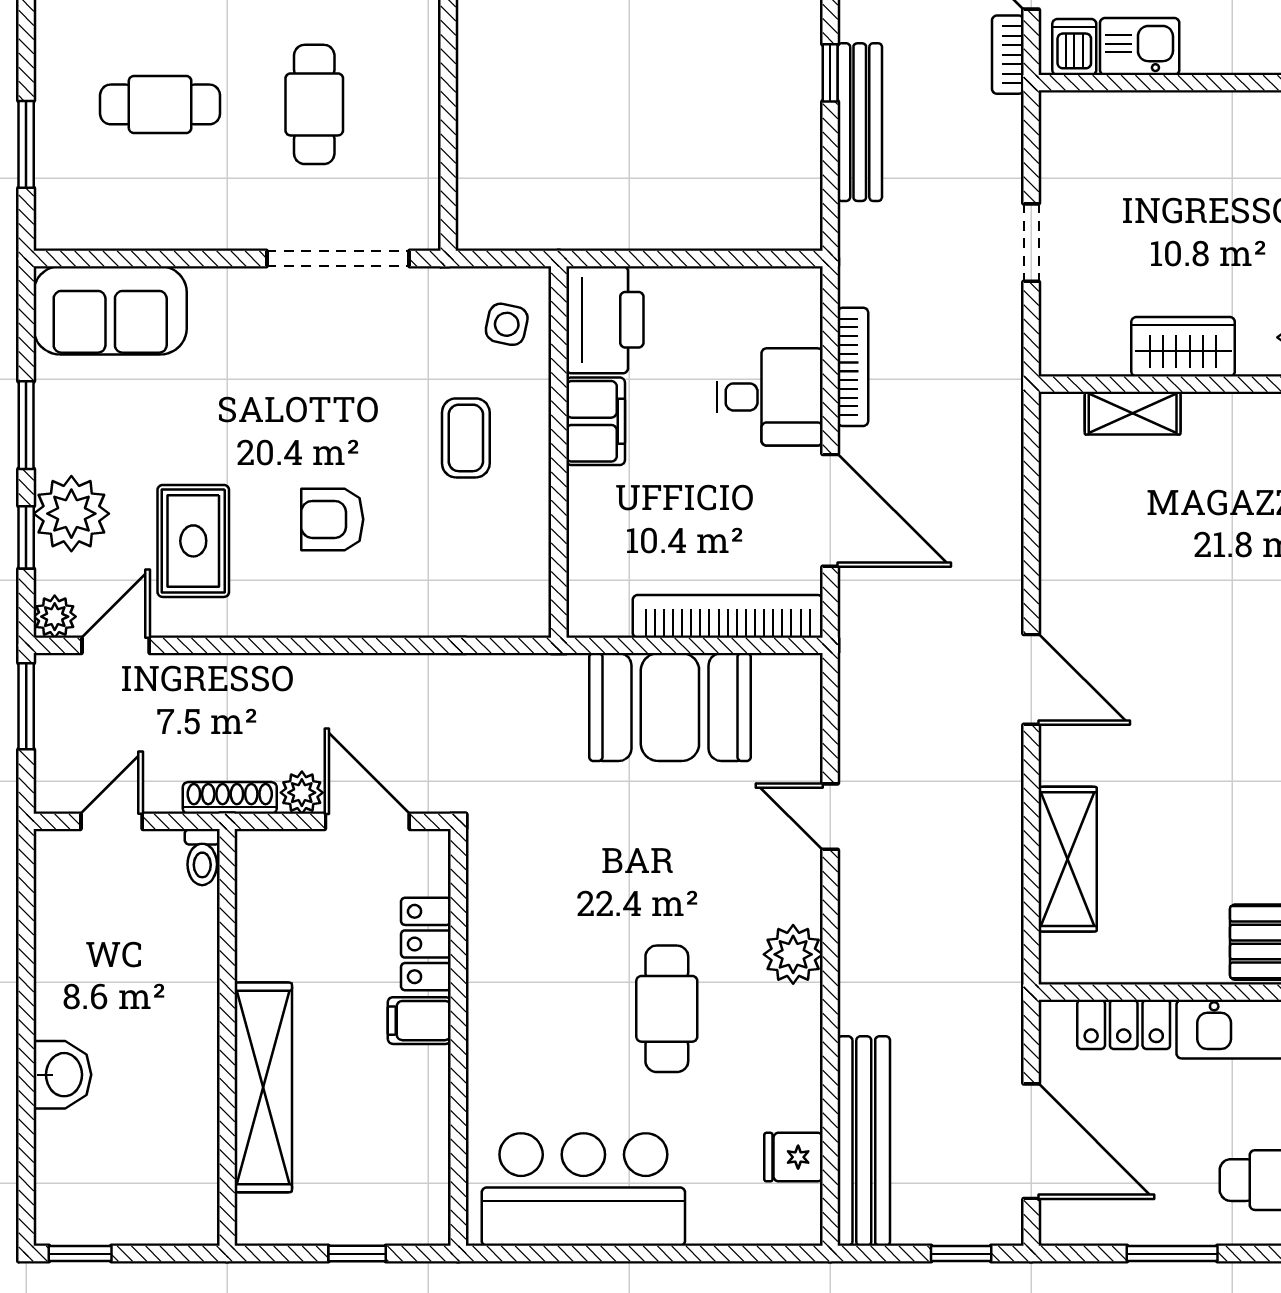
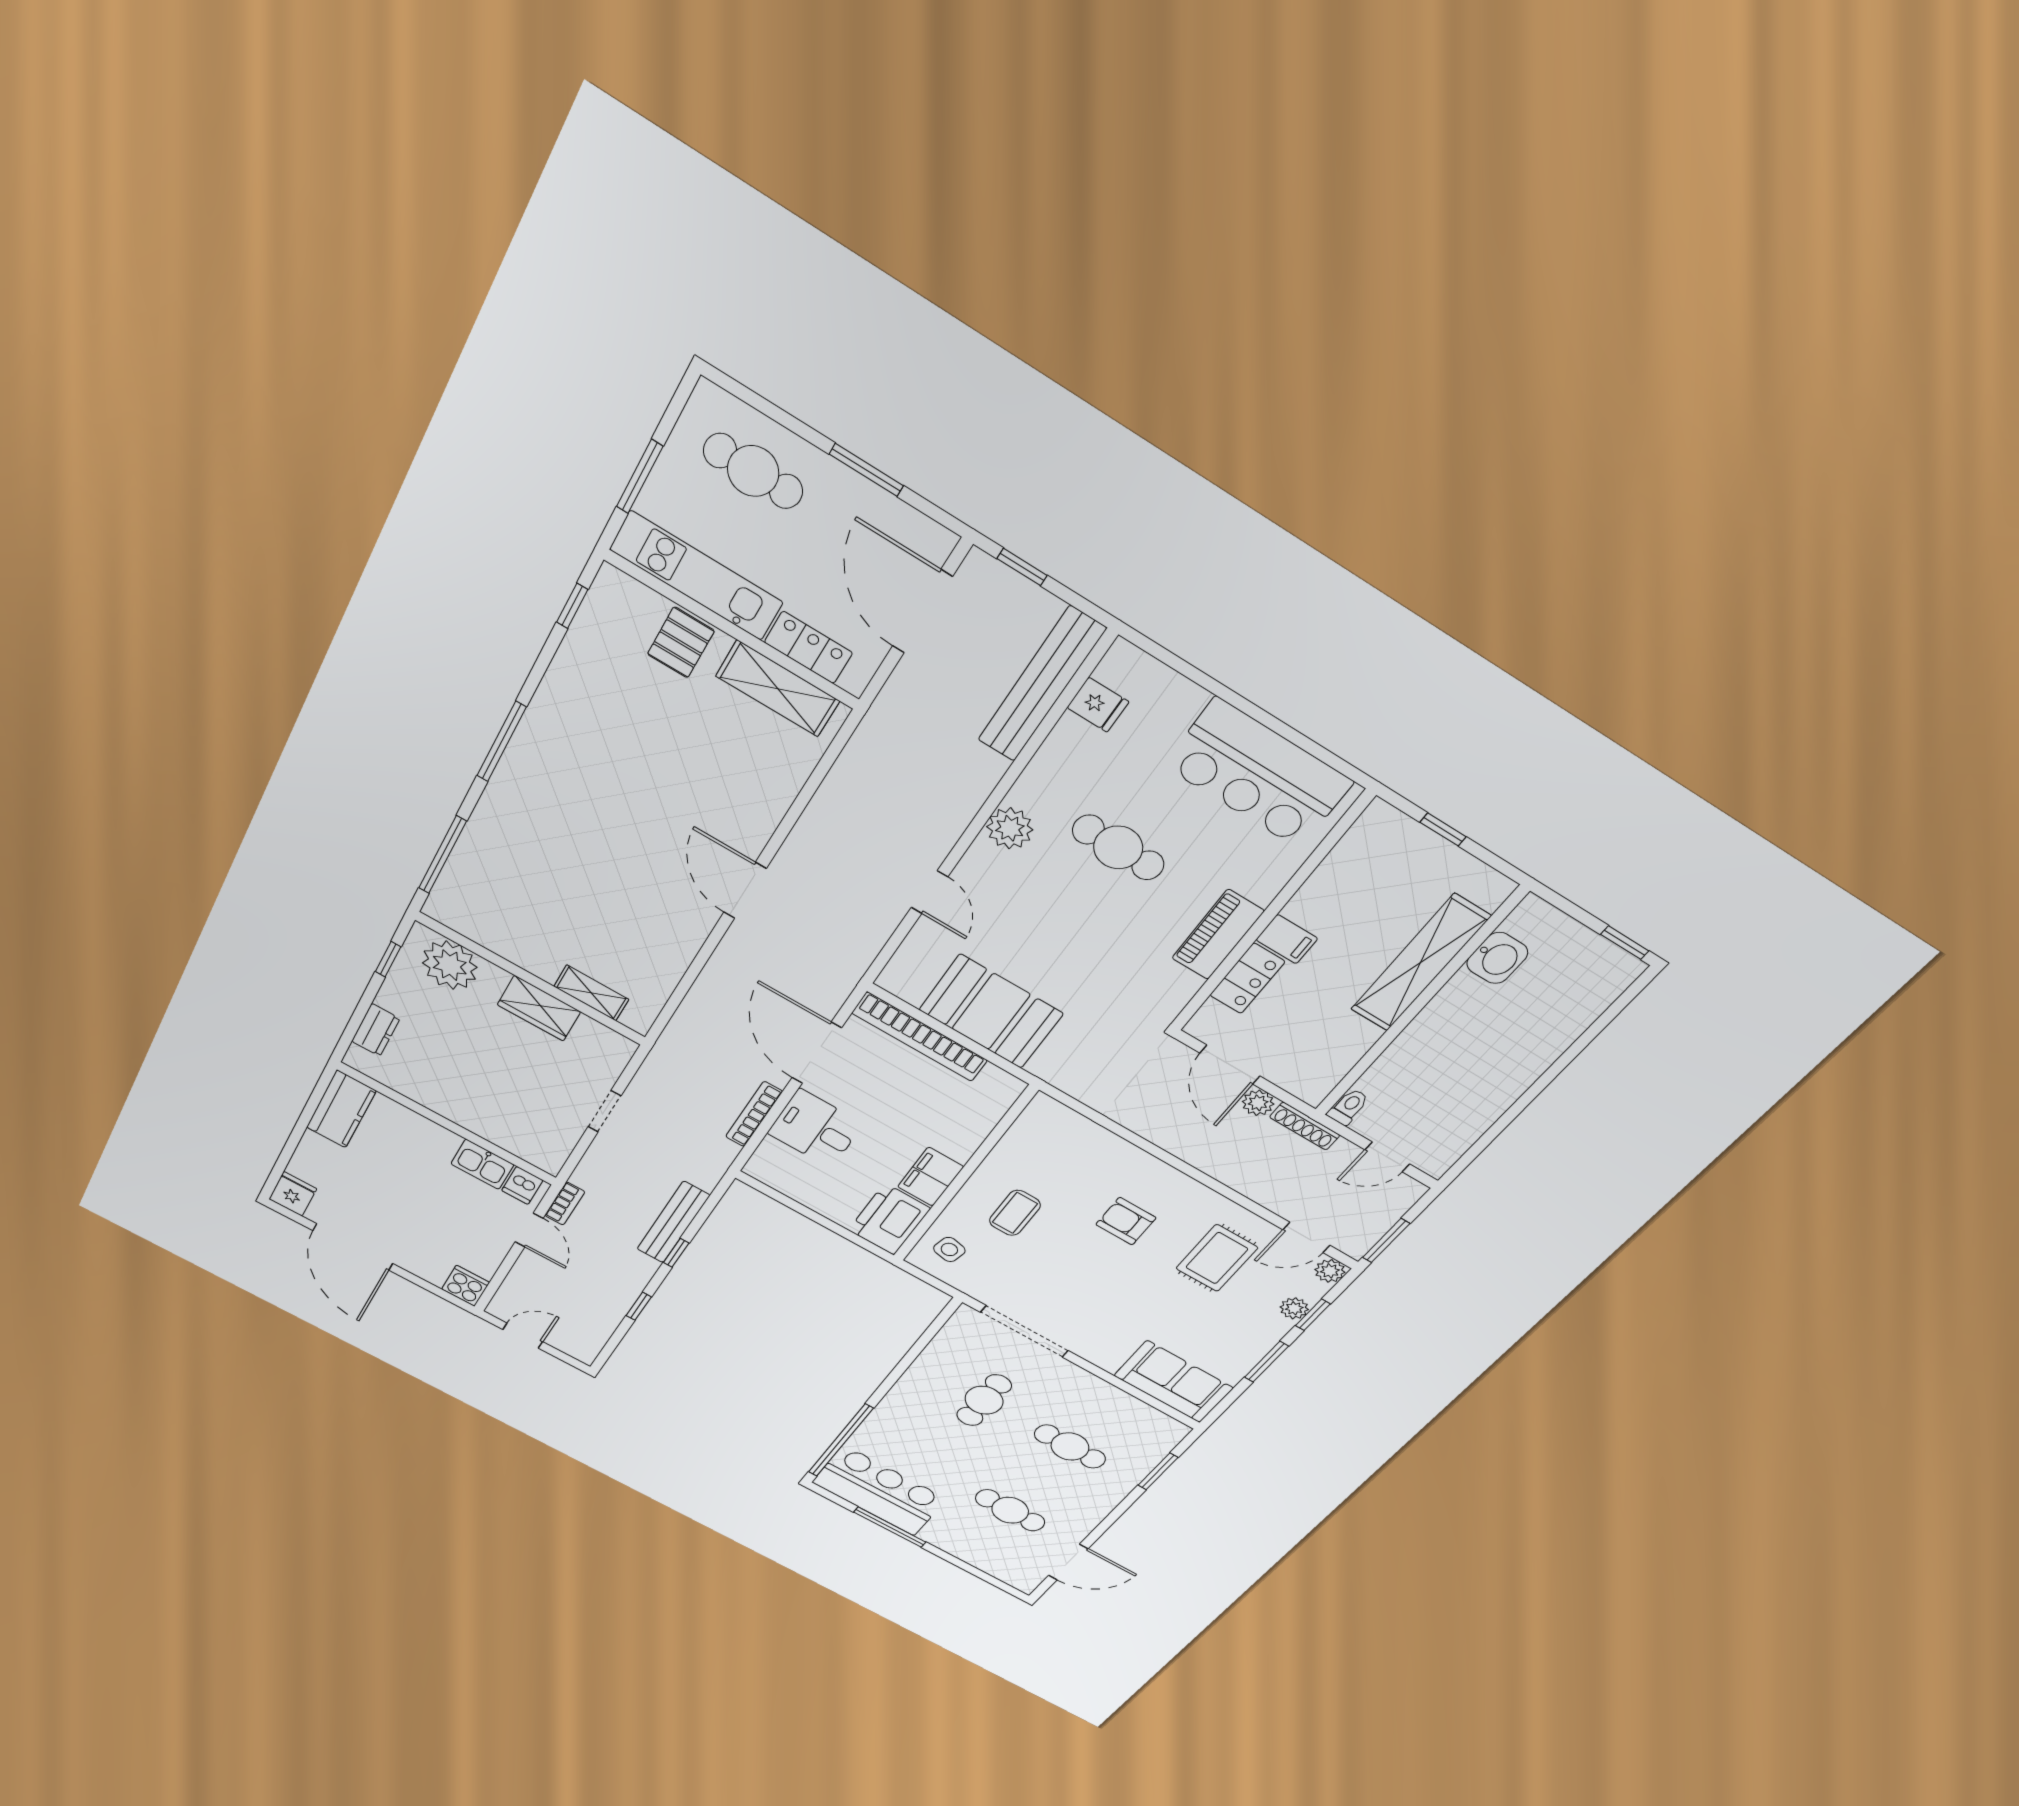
plant: (71, 514) -> (1294, 1308), width x0.53, depth x0.53
armchair: (332, 519) -> (1126, 1221), turned 180
shelving: (1068, 859) -> (778, 689), moved, turned 90
piano: (494, 976) -> (1218, 935), added
cafe table: (667, 1009) -> (1118, 847), turned 90
washbasin: (62, 1075) -> (1497, 958), moved, turned 180

